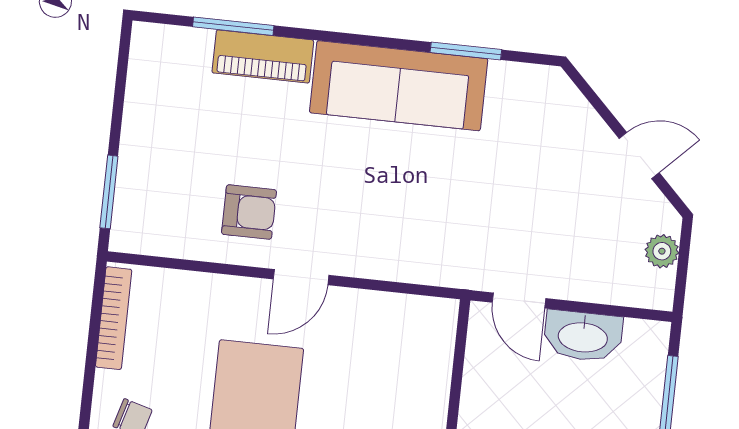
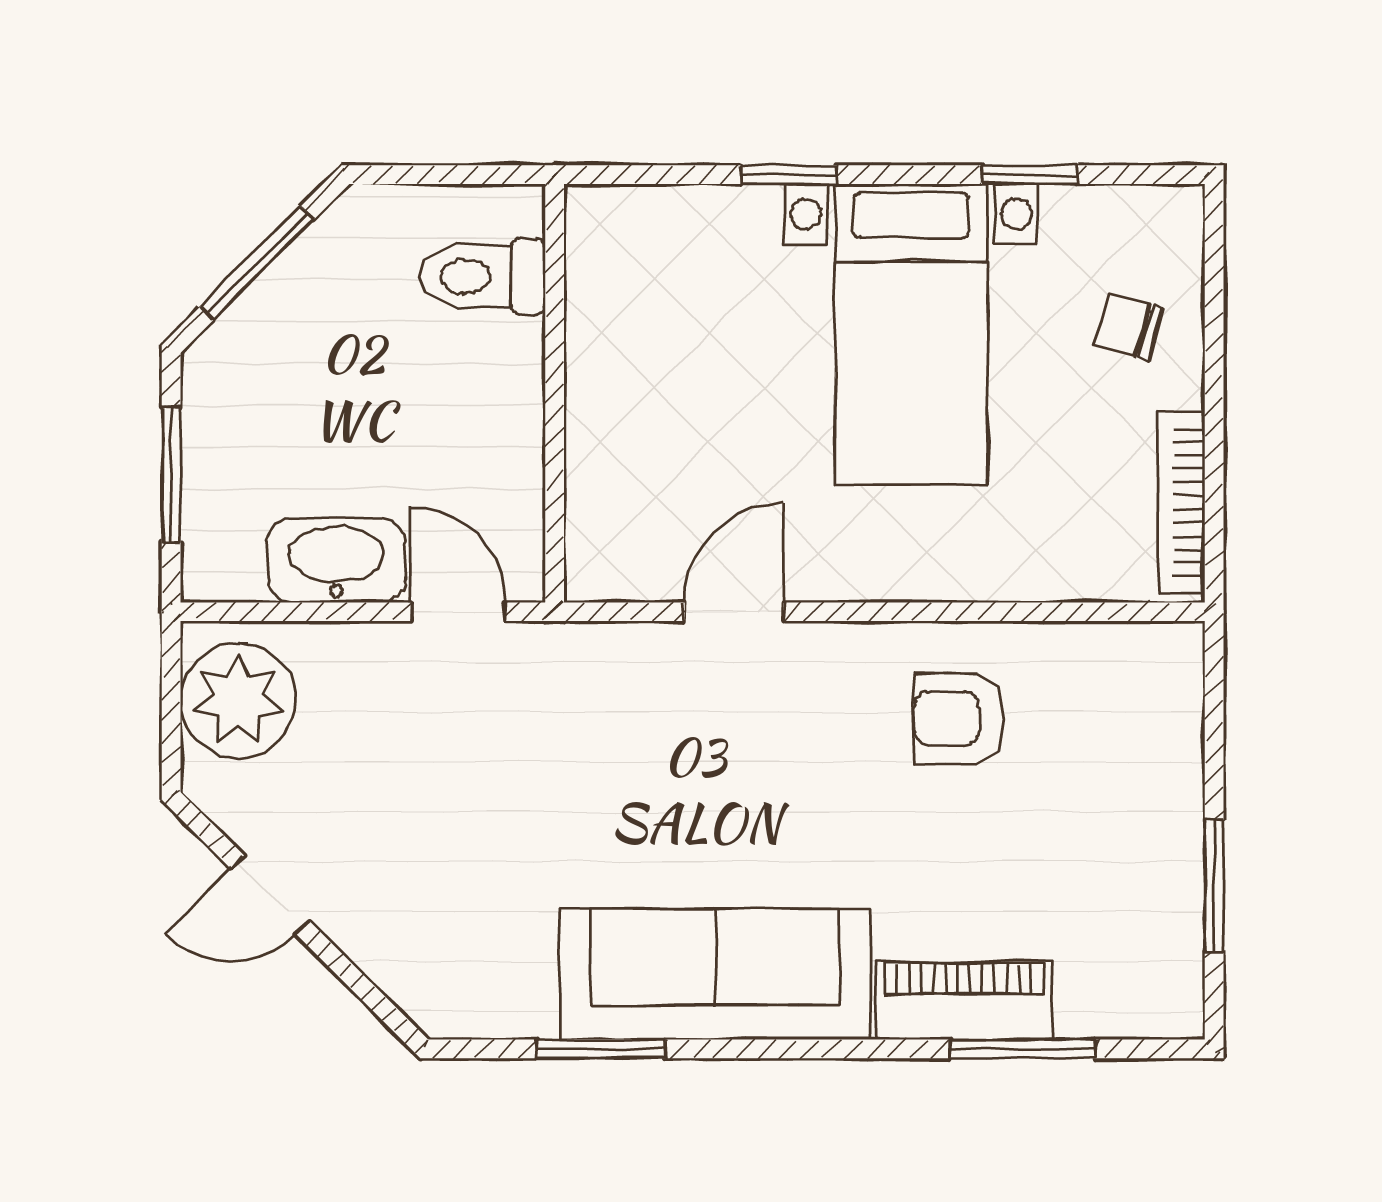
window: (109, 192) -> (1214, 885), moved
plant: (662, 251) -> (238, 701), width x1.88, depth x1.88
door: (301, 277) -> (734, 612), moved

